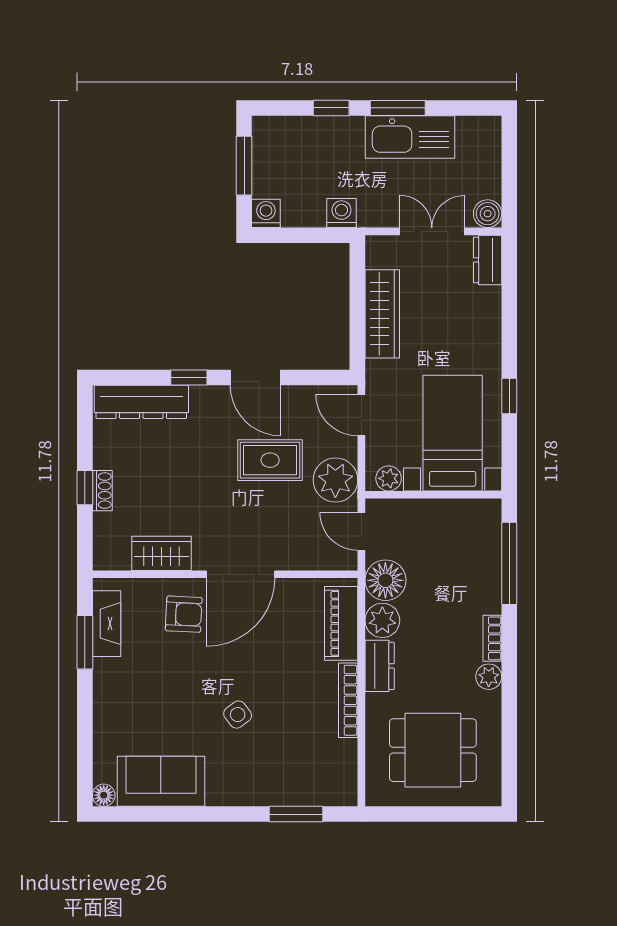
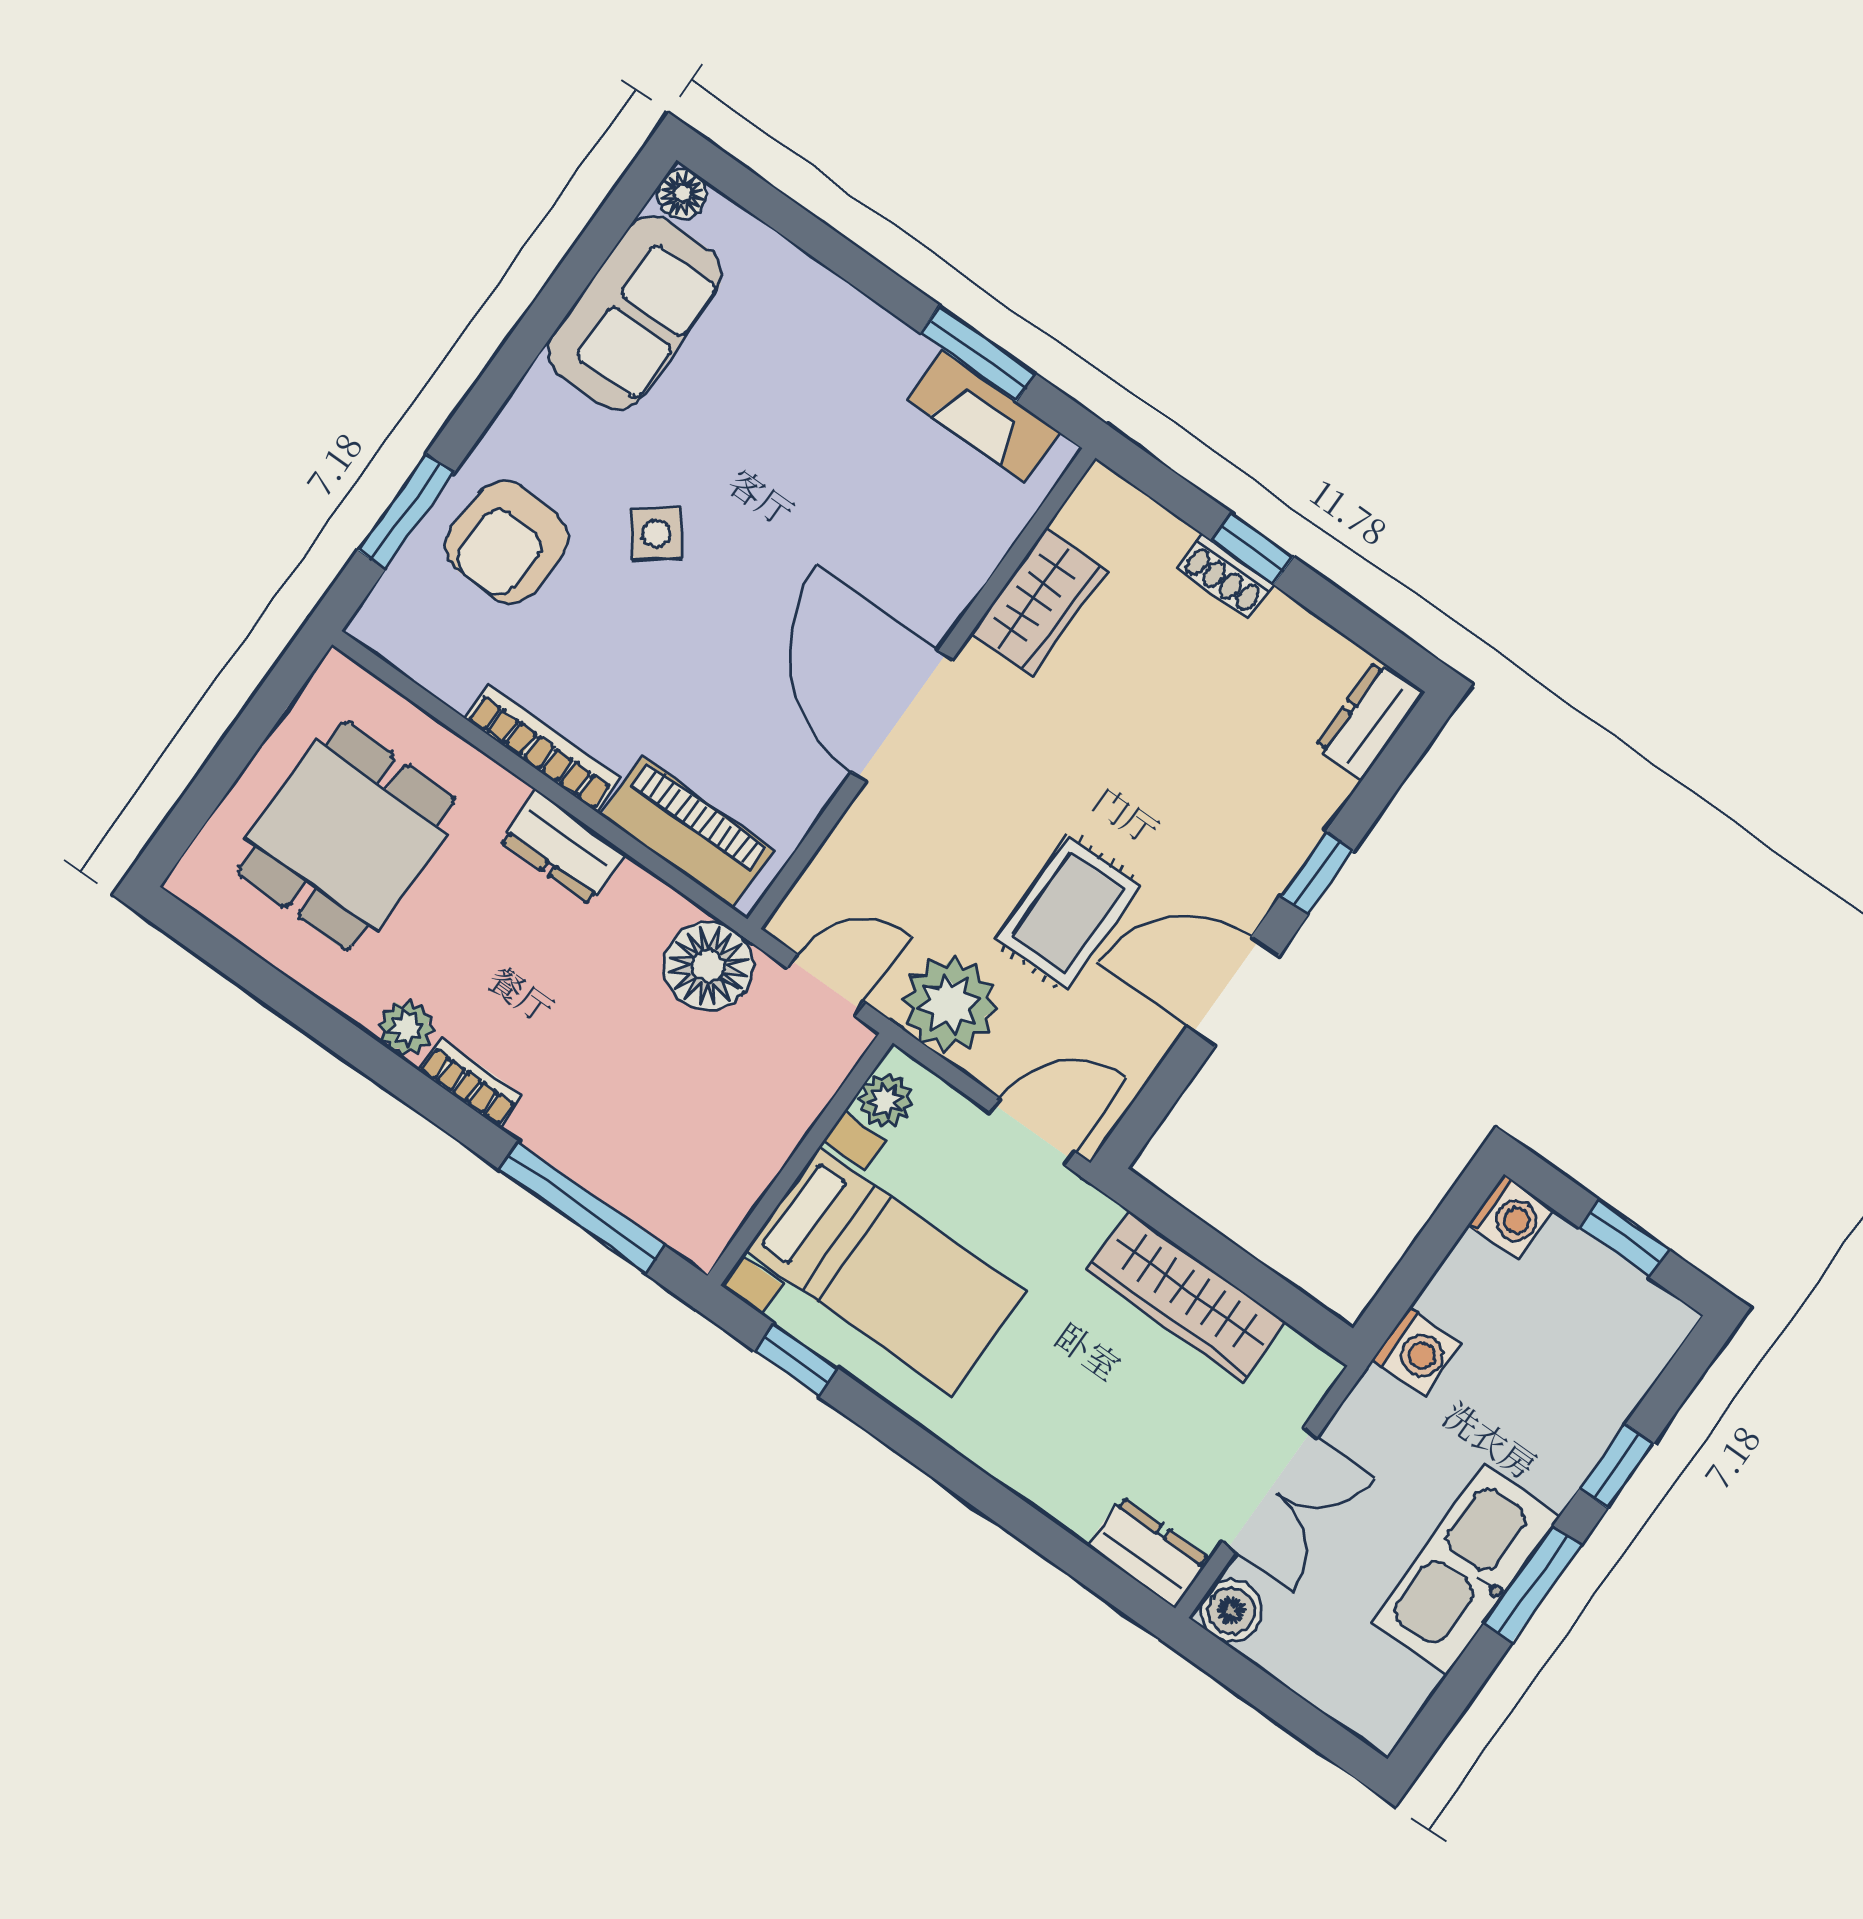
window: (244, 166) -> (1624, 1239), width x0.67
window: (509, 396) -> (797, 1360), moved
dresser: (141, 402) -> (1369, 721), width x0.51, depth x0.80
armchair: (184, 614) -> (507, 542), moved, width x1.38, depth x1.38
plant: (382, 620) -> (641, 910), removed

